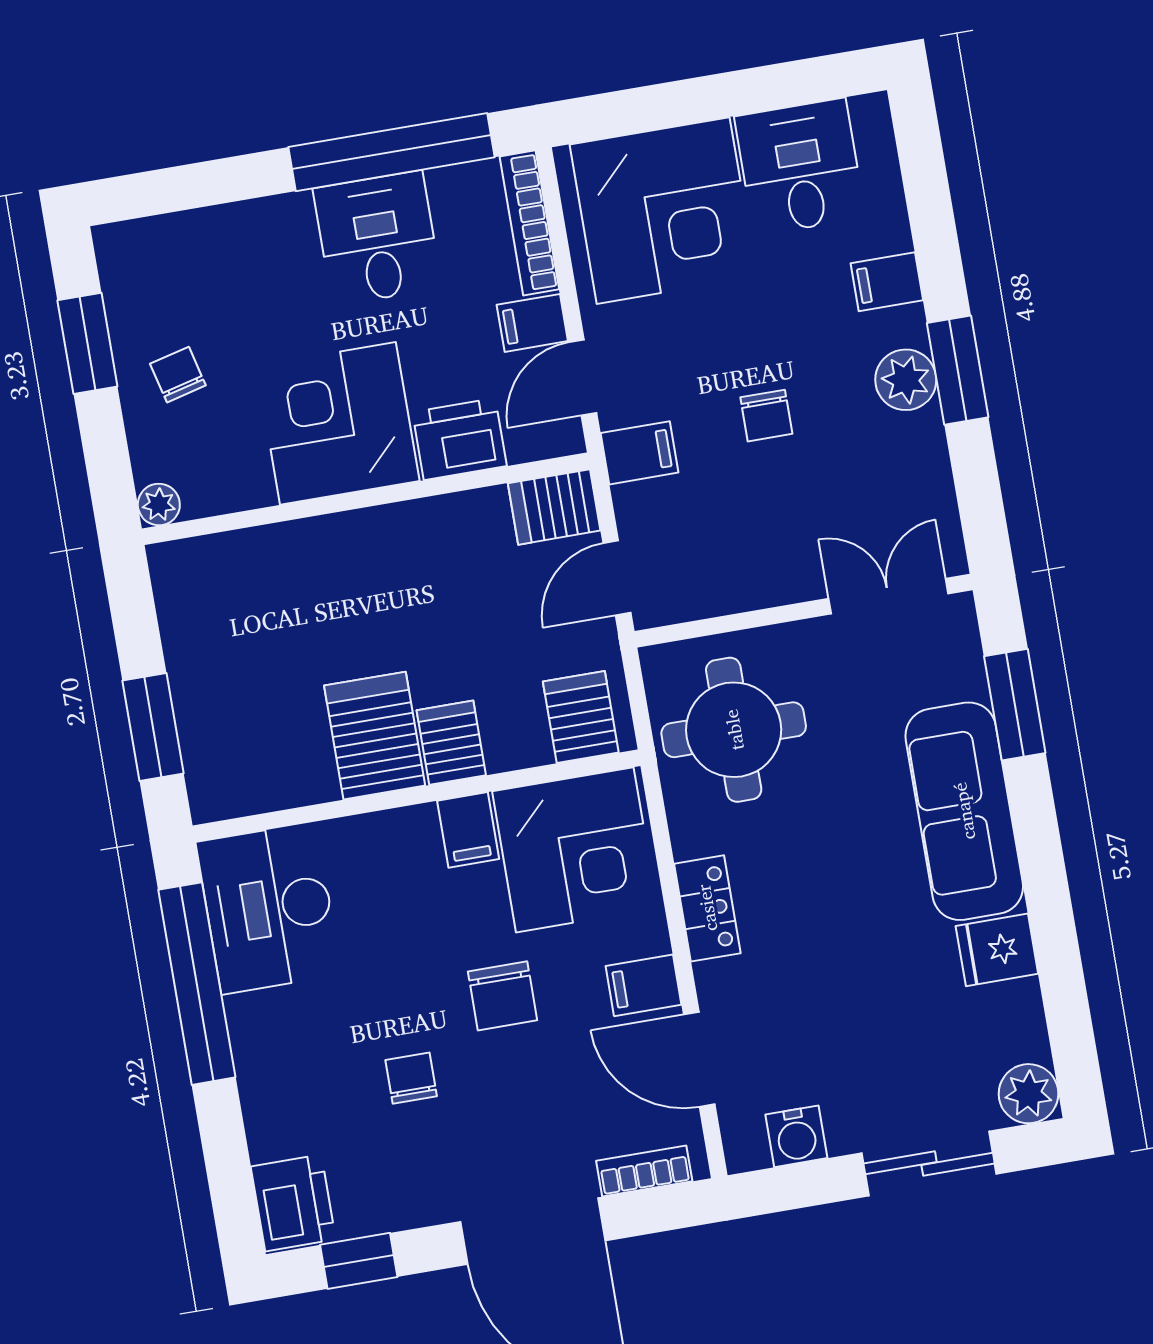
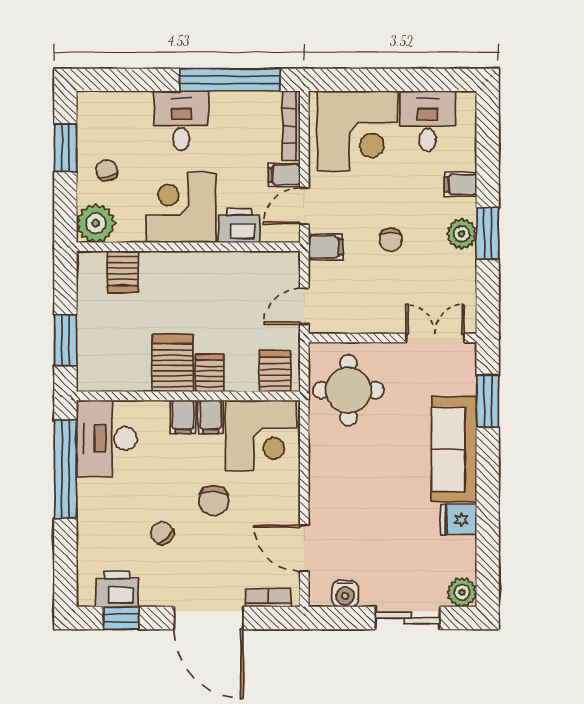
desk: (377, 238) -> (181, 121), moved
plant: (159, 504) -> (96, 223), width x1.88, depth x1.88
server rack: (554, 507) -> (123, 272), moved, turned -90
locker: (707, 908) -> (321, 475), removed
filing cabinet: (644, 985) -> (183, 417), moved, turned -90
chair: (411, 1078) -> (162, 533), turned -43
printer: (293, 1203) -> (117, 589), moved, turned -90

